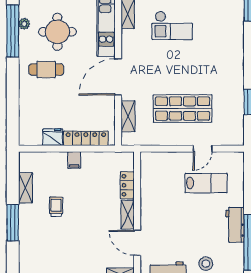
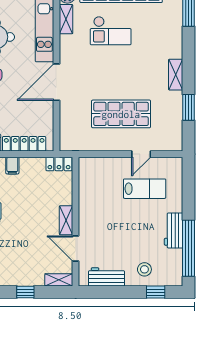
shelving: (128, 116) -> (176, 75), moved
locker: (127, 185) -> (59, 164), moved, turned -90

